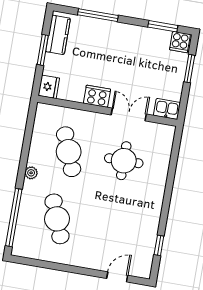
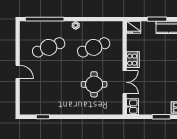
door: (117, 277) -> (18, 72), moved

